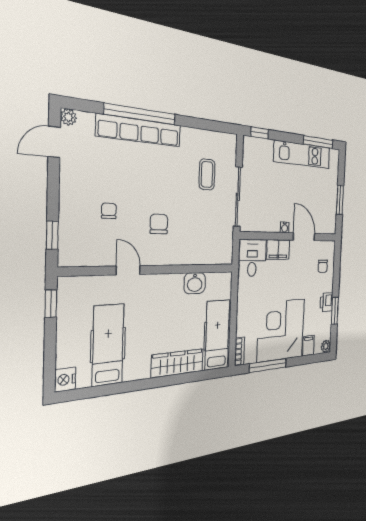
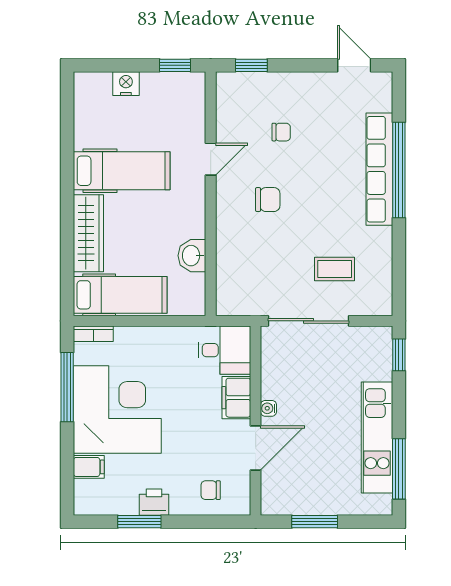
plant: (68, 117) -> (383, 81), removed
hospital bed: (108, 345) -> (122, 171), moved
plant: (326, 346) -> (84, 505), removed
nightstand: (65, 380) -> (126, 84), moved

